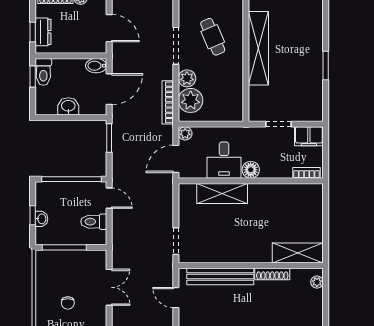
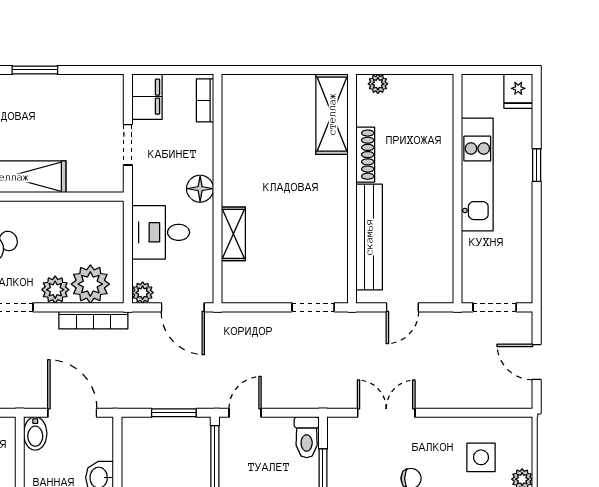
window: (109, 138) -> (174, 413), moved
desk: (224, 160) -> (161, 232), moved, turned 180
shelving: (222, 193) -> (233, 234), width x0.67, depth x0.75
toilet: (94, 222) -> (307, 437), moved

